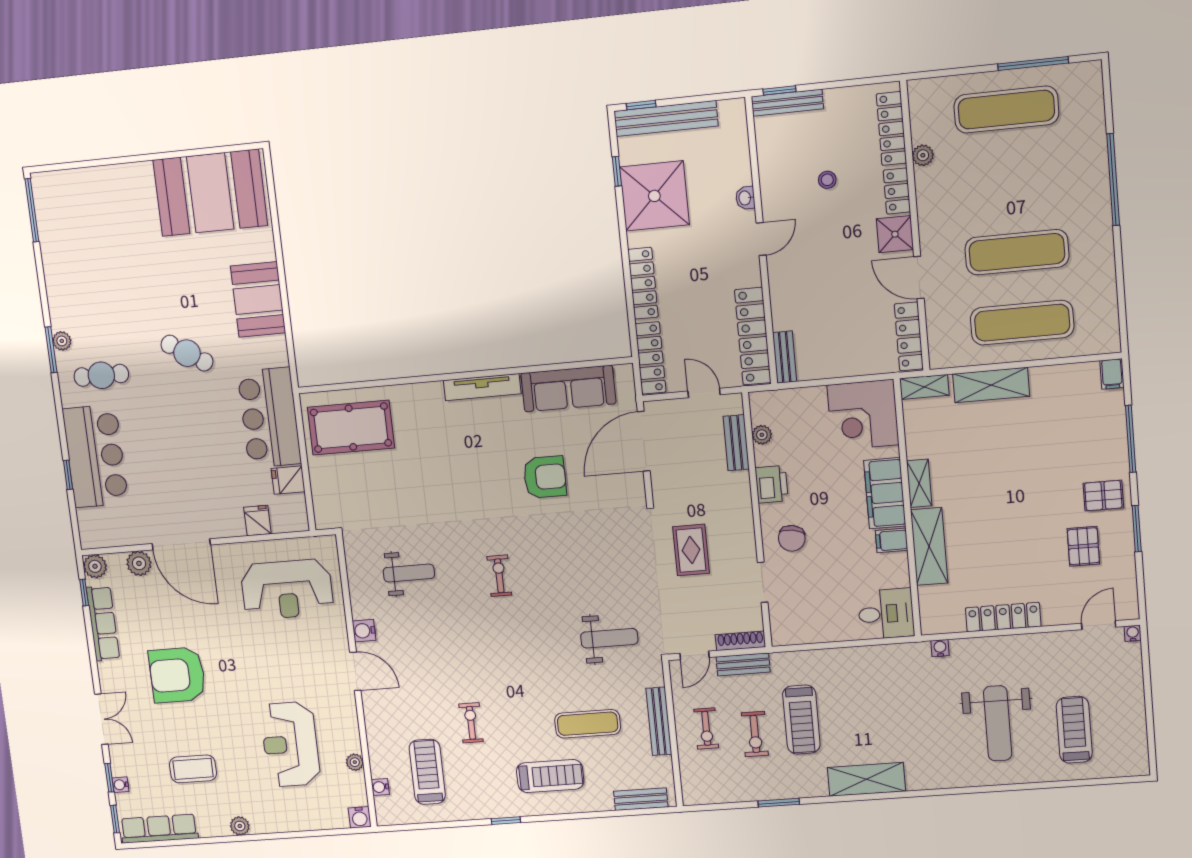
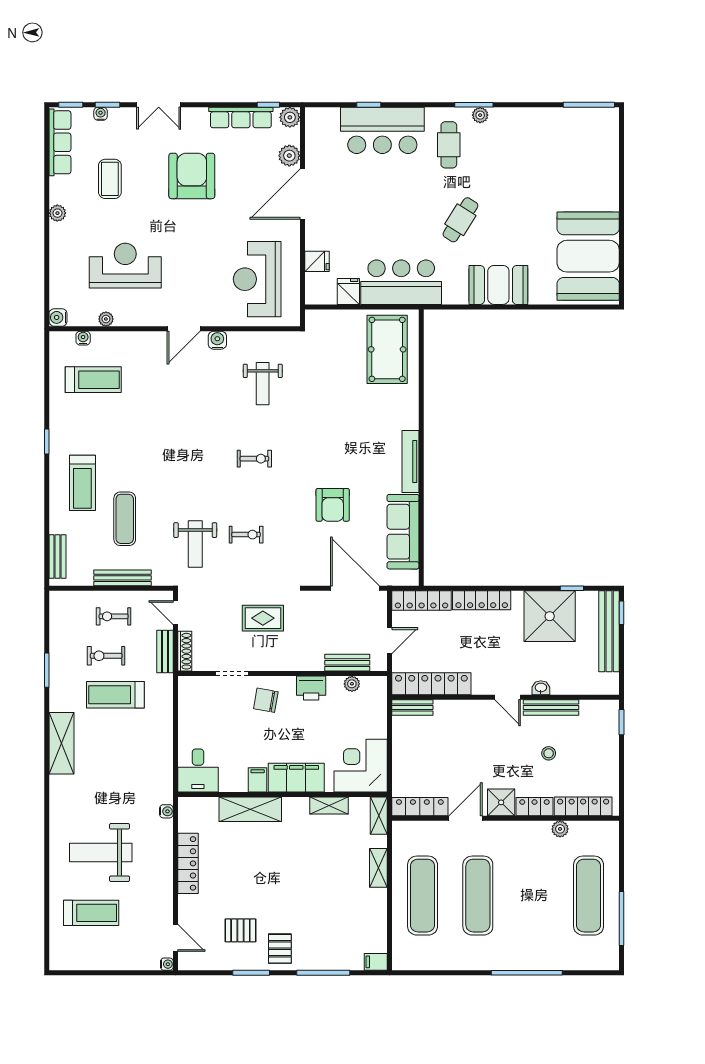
bench: (787, 103) -> (551, 708), moved, turned 90
shelving: (991, 385) -> (378, 868), width x0.67, depth x0.75
shelving: (919, 483) -> (329, 805), moved
exercise bike: (471, 723) -> (246, 535), moved

